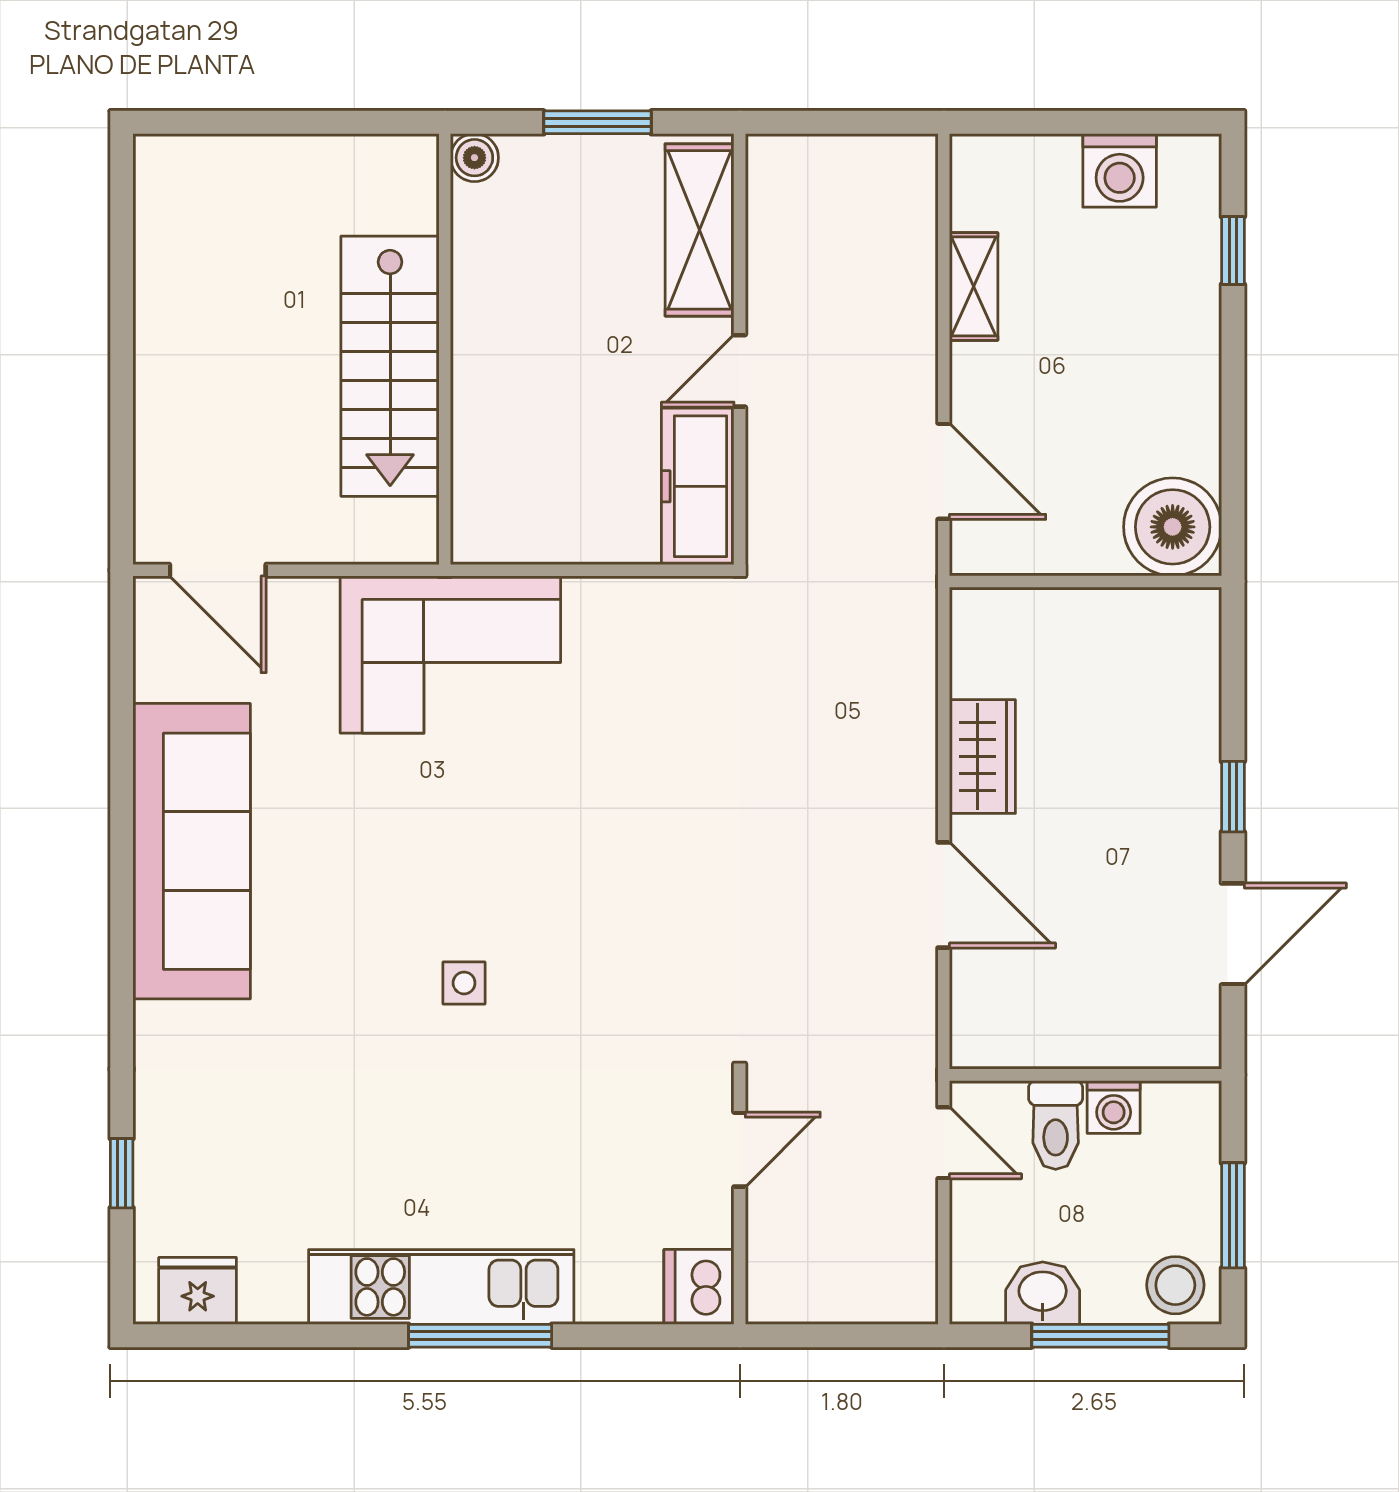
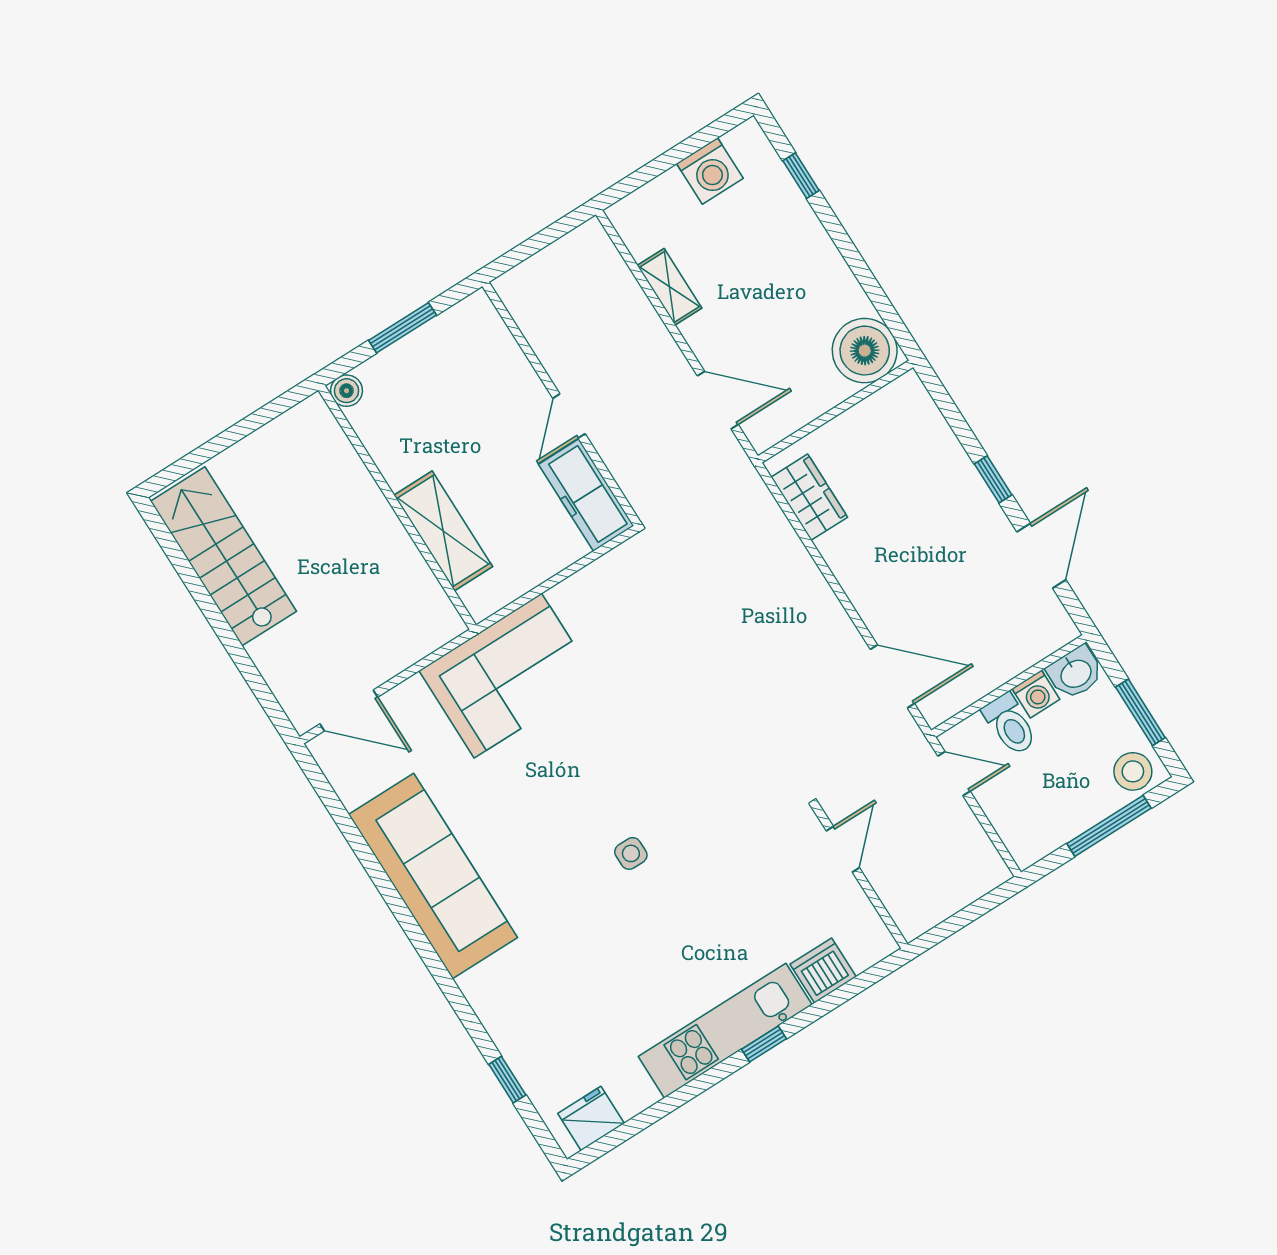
shelving: (700, 230) -> (443, 531), moved
stairs: (390, 366) -> (223, 556), moved, turned 180
wardrobe: (982, 757) -> (809, 497), moved
door: (944, 895) -> (892, 676), moved
dishwasher: (699, 1287) -> (823, 970), moved, turned 90
washbasin: (1043, 1293) -> (1075, 673), moved, turned 180
window: (480, 1336) -> (764, 1044), width x0.46

